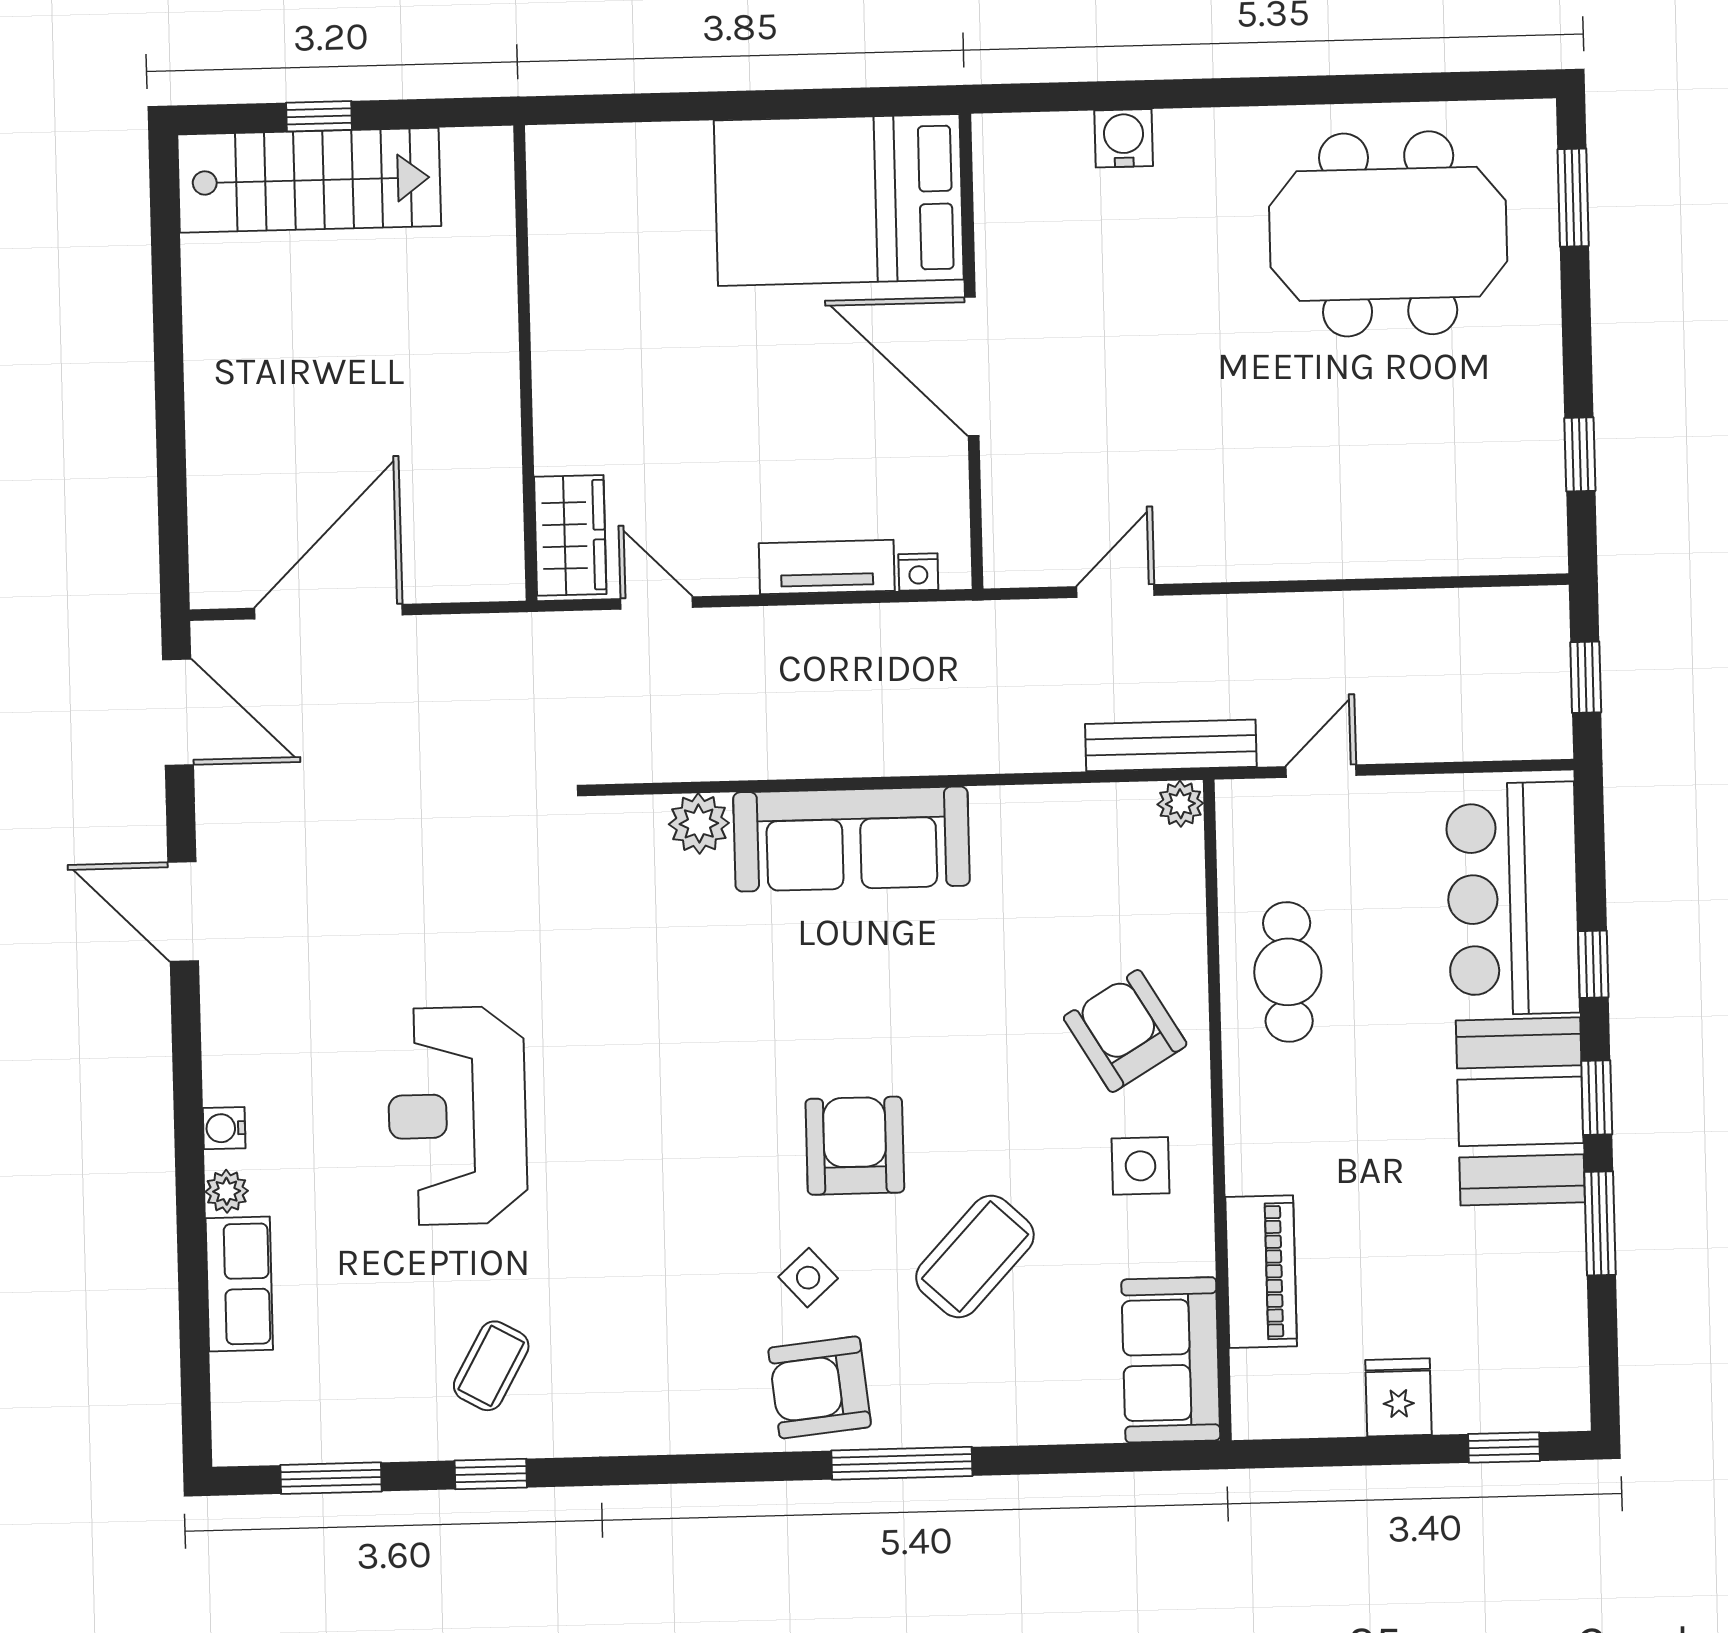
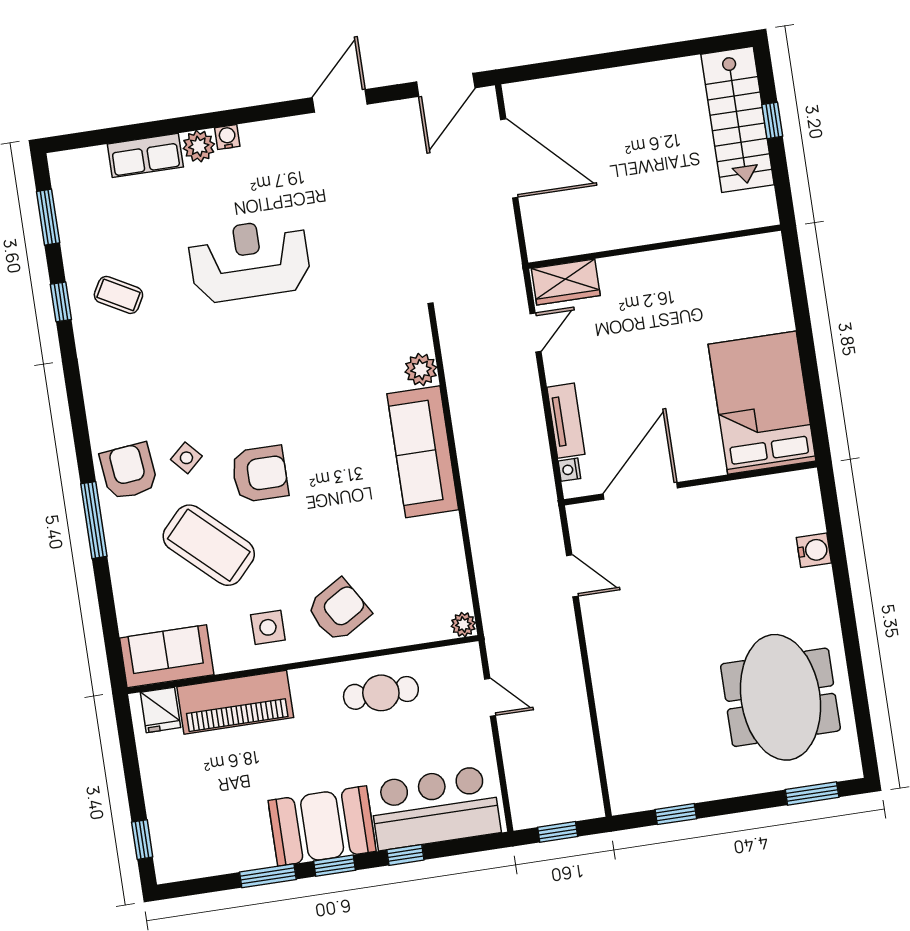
door: (972, 366) -> (640, 491), moved
bench: (1171, 745) -> (494, 616), removed
plant: (227, 1191) -> (199, 146), width x1.38, depth x1.38
coffee table: (975, 1257) -> (209, 545), width x1.36, depth x1.32
piano: (1261, 1272) -> (235, 702), width x1.37, depth x1.33
fridge: (1399, 1397) -> (160, 710), moved, turned 90

